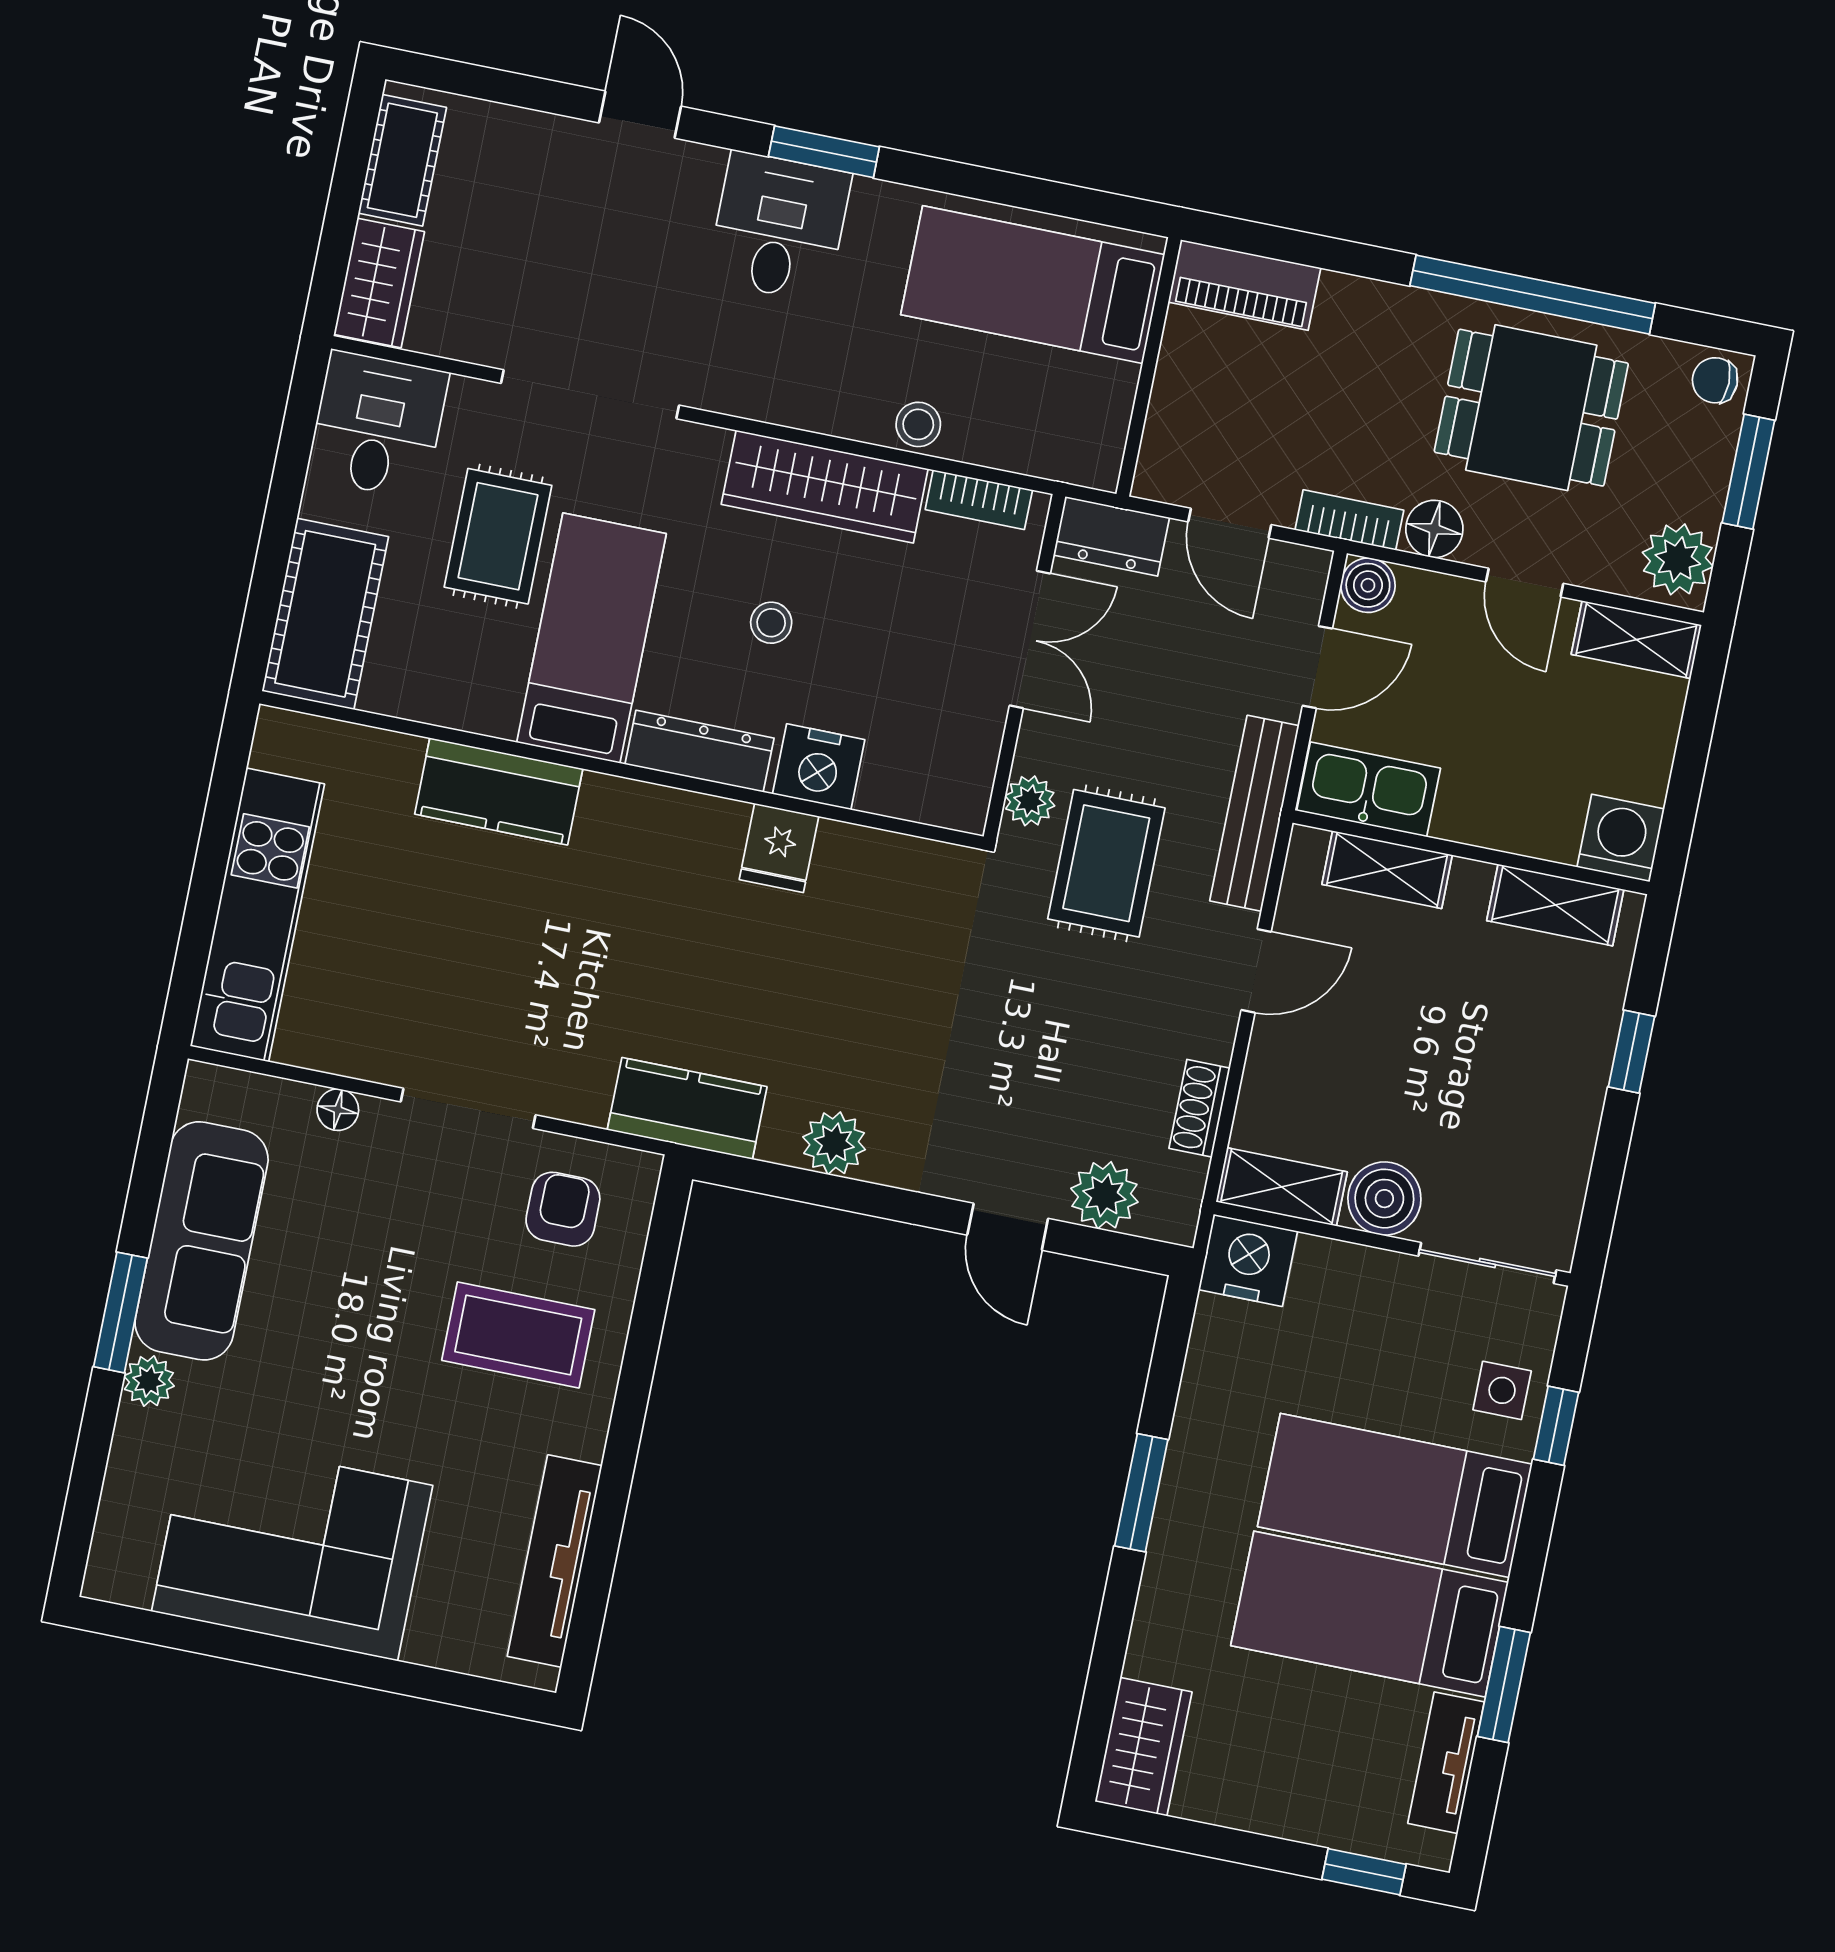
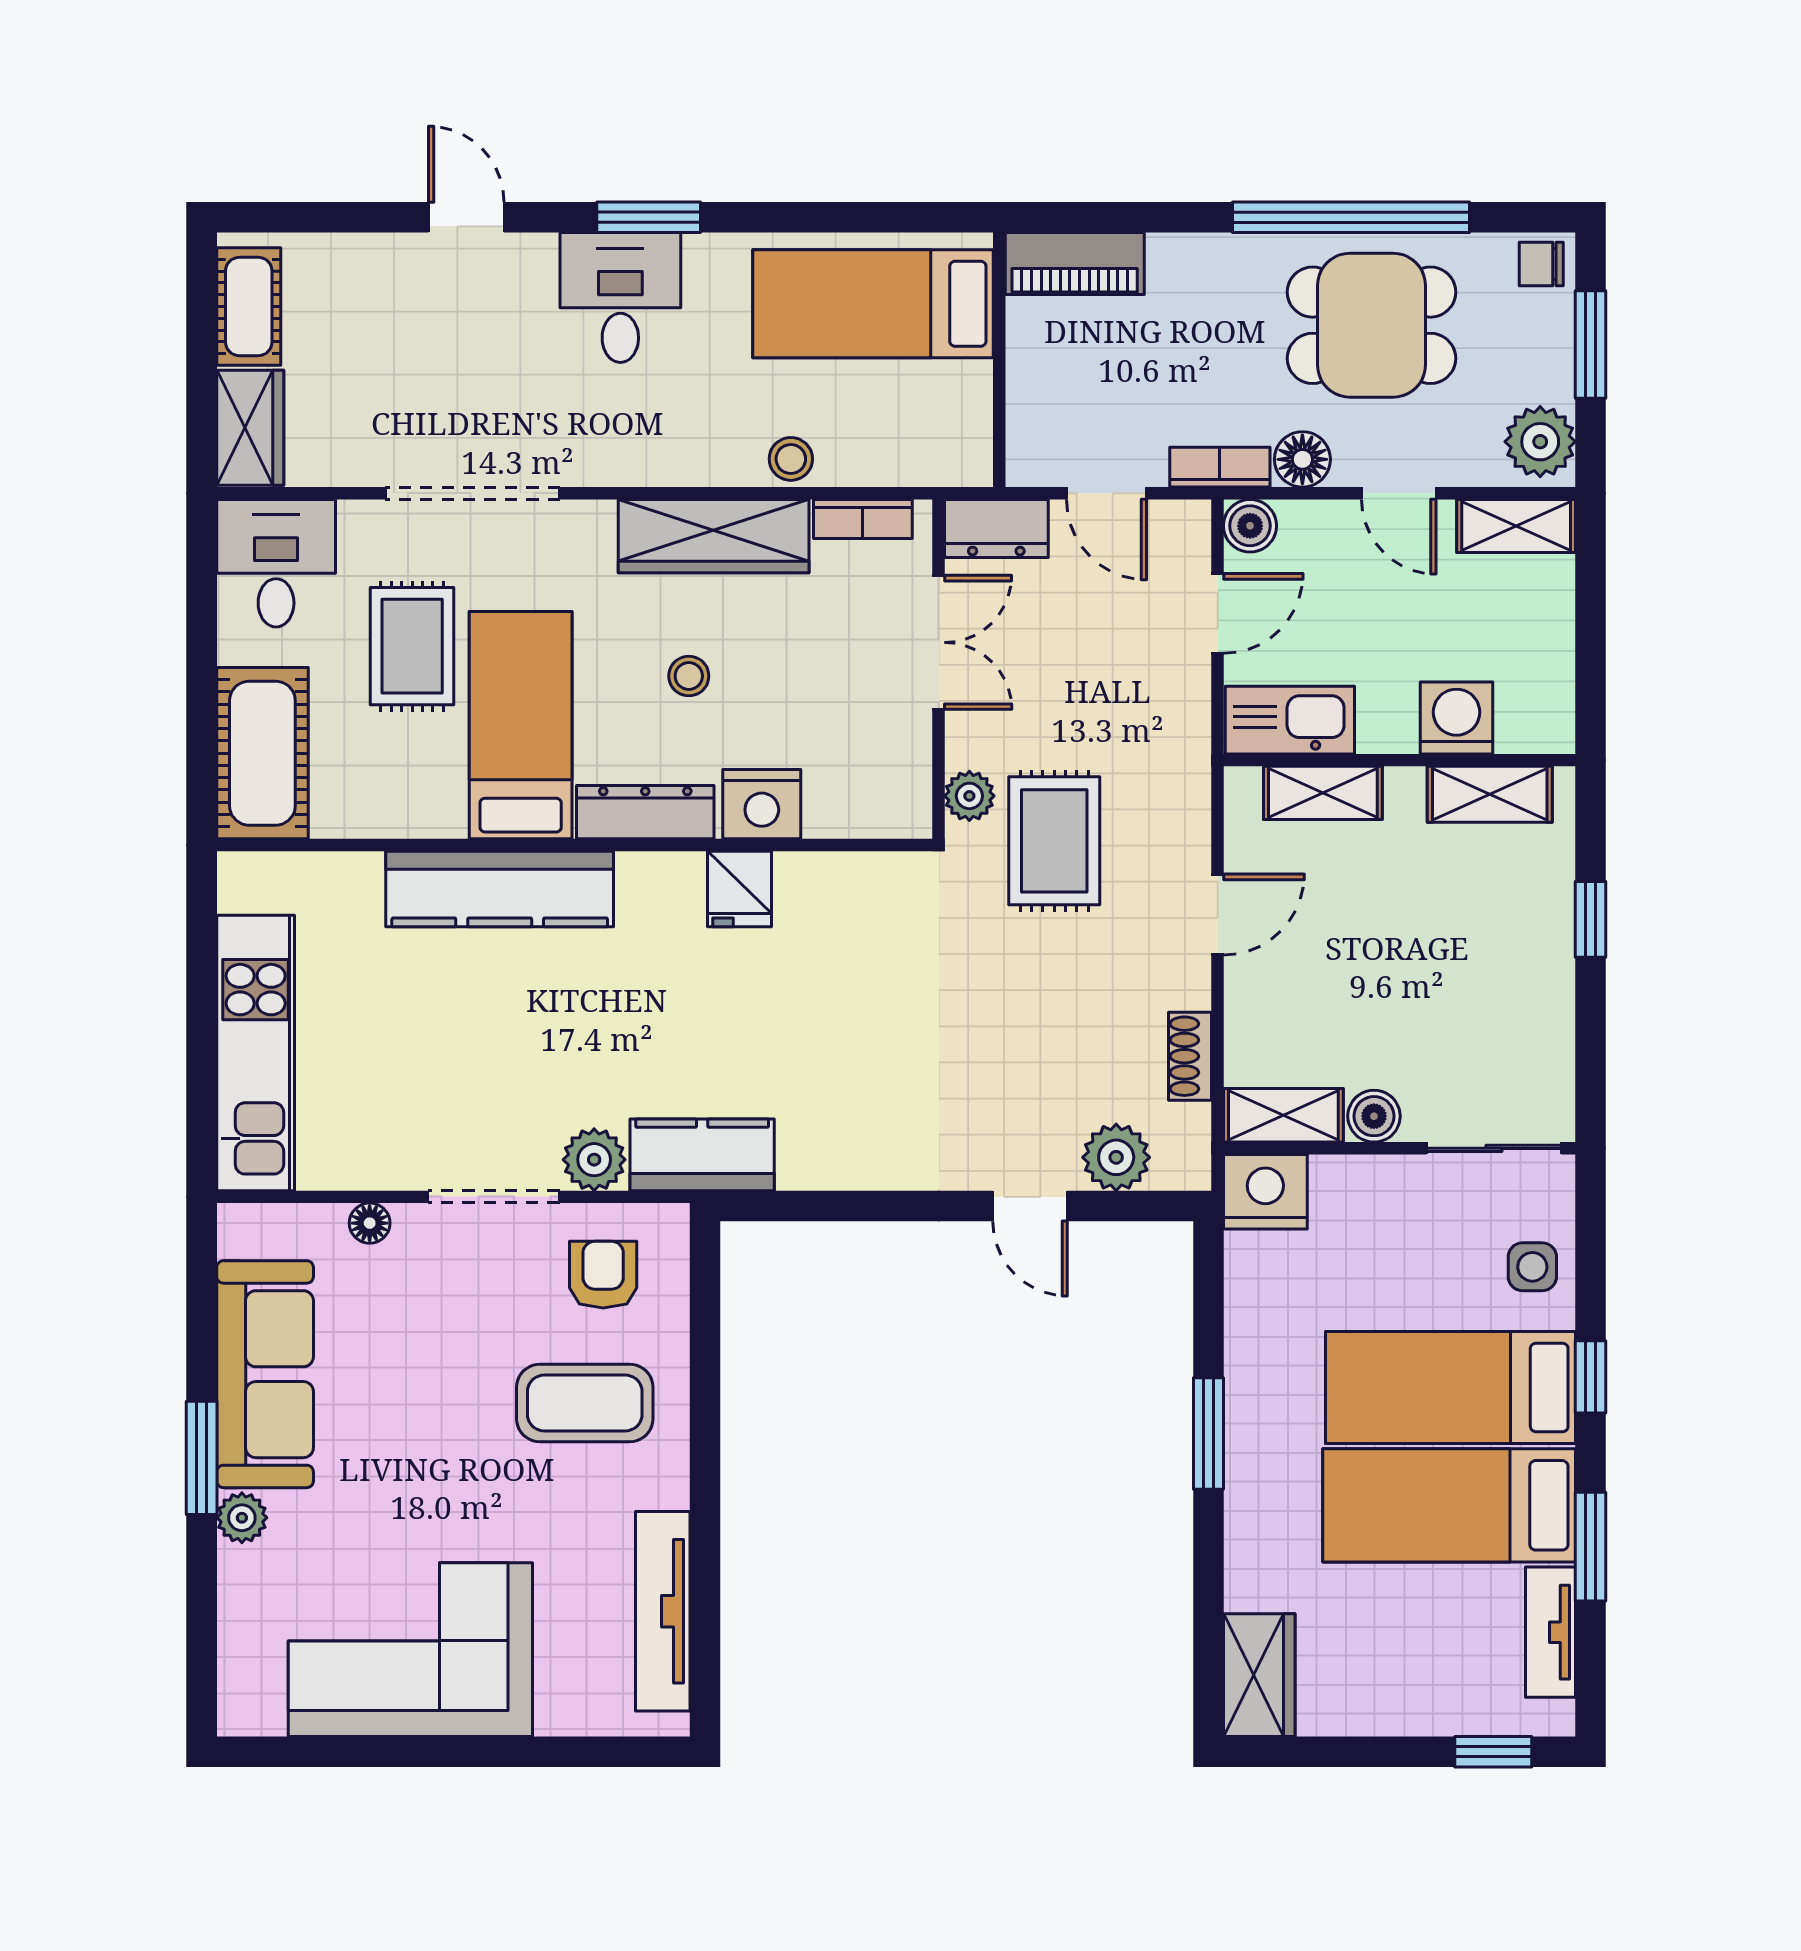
kitchen counter: (499, 791) -> (500, 889), width x1.50
bench: (1254, 813) -> (1186, 765), removed
washing machine: (1621, 838) -> (1457, 718), moved
plant: (834, 1143) -> (594, 1160), moved
boiler: (1384, 1199) -> (1374, 1116), width x0.73, depth x0.73
window: (1556, 1426) -> (1591, 1377), moved

